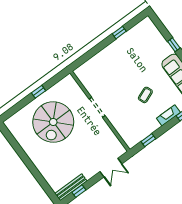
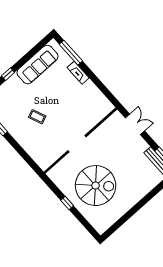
coffee table: (145, 95) -> (37, 117), moved
window: (148, 140) -> (104, 90), removed

